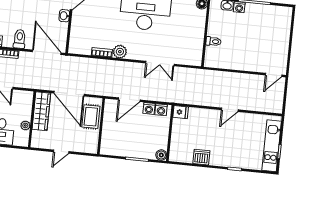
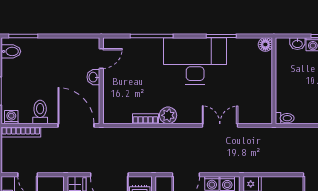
toilet: (213, 41) -> (285, 118), moved
double door: (160, 64) -> (220, 125), swing flipped

